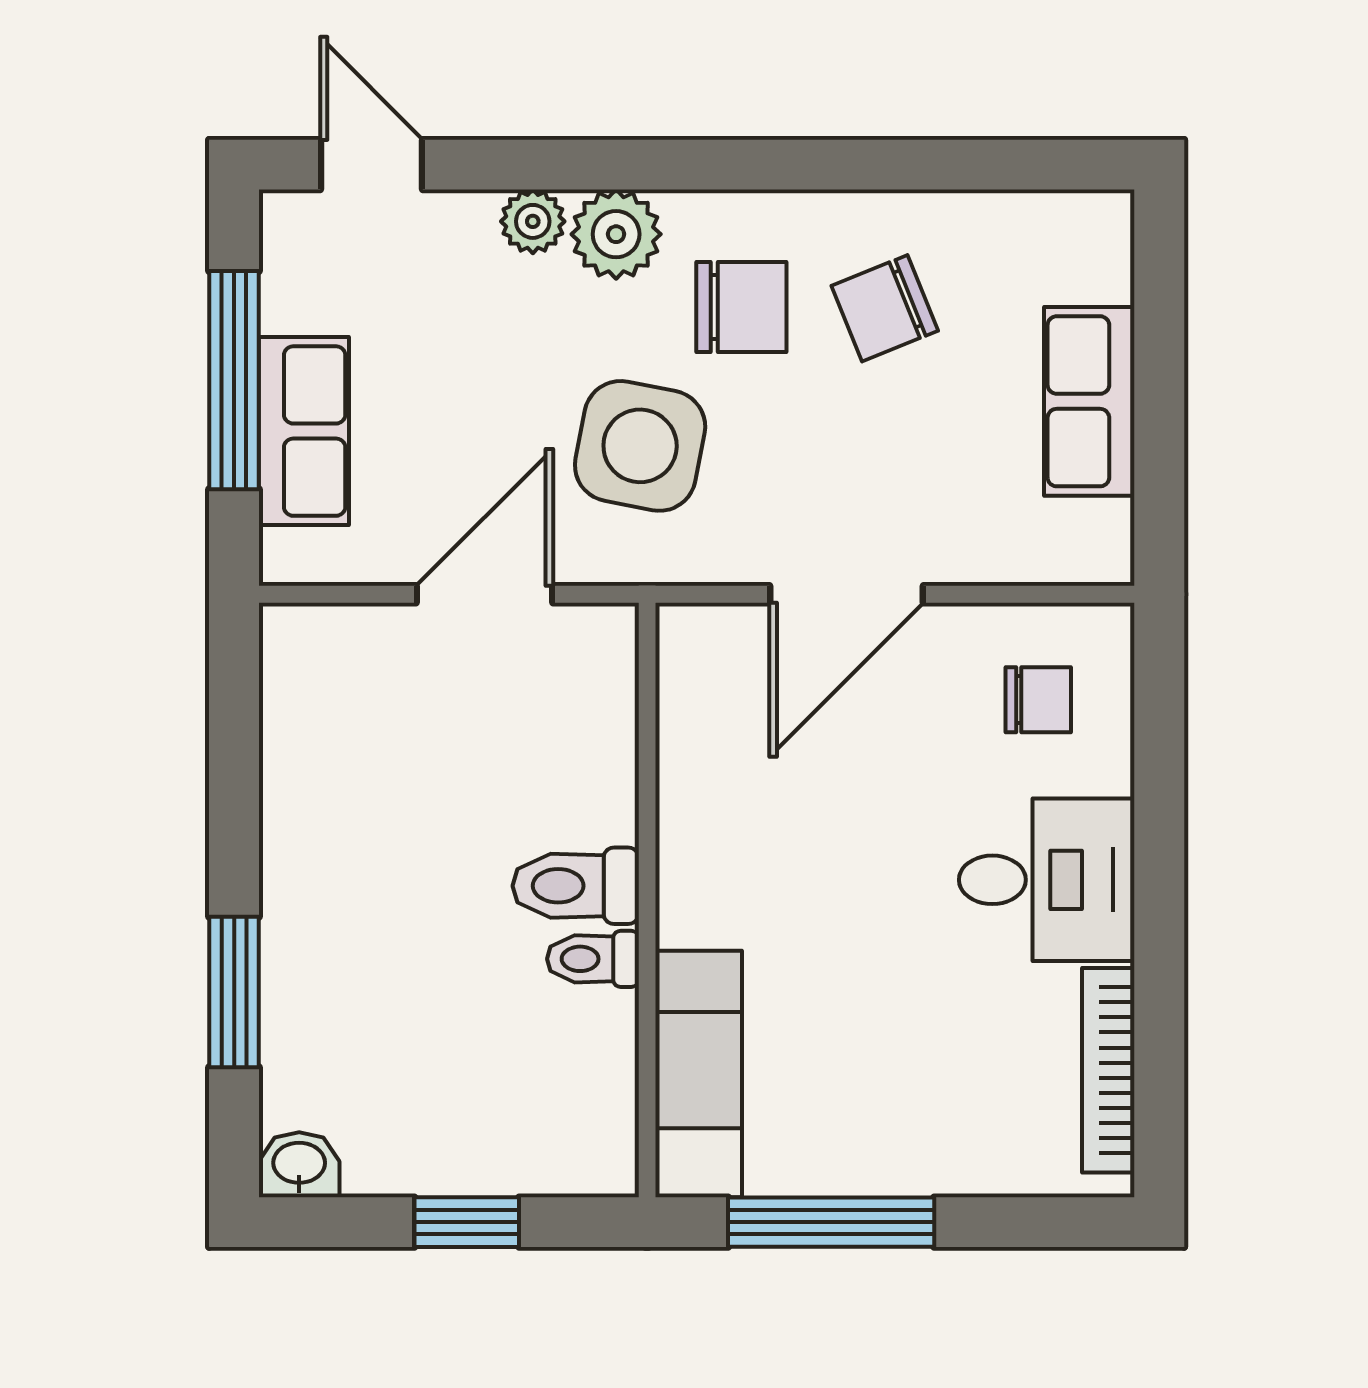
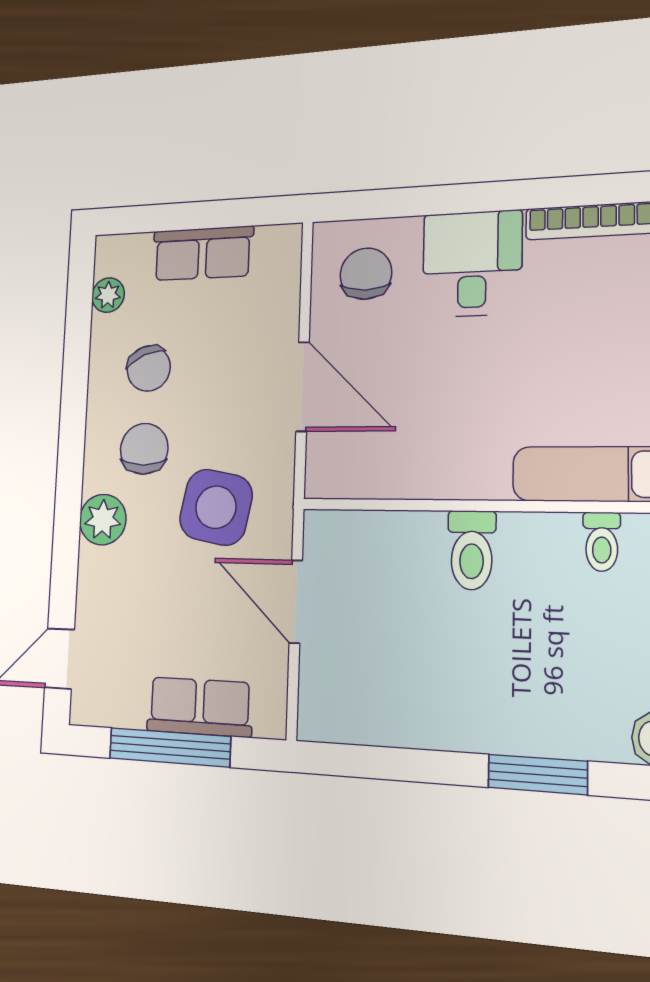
plant: (533, 221) -> (108, 295), moved
chair: (1038, 700) -> (366, 274), width x1.37, depth x1.37
toilet: (593, 959) -> (602, 542), moved

